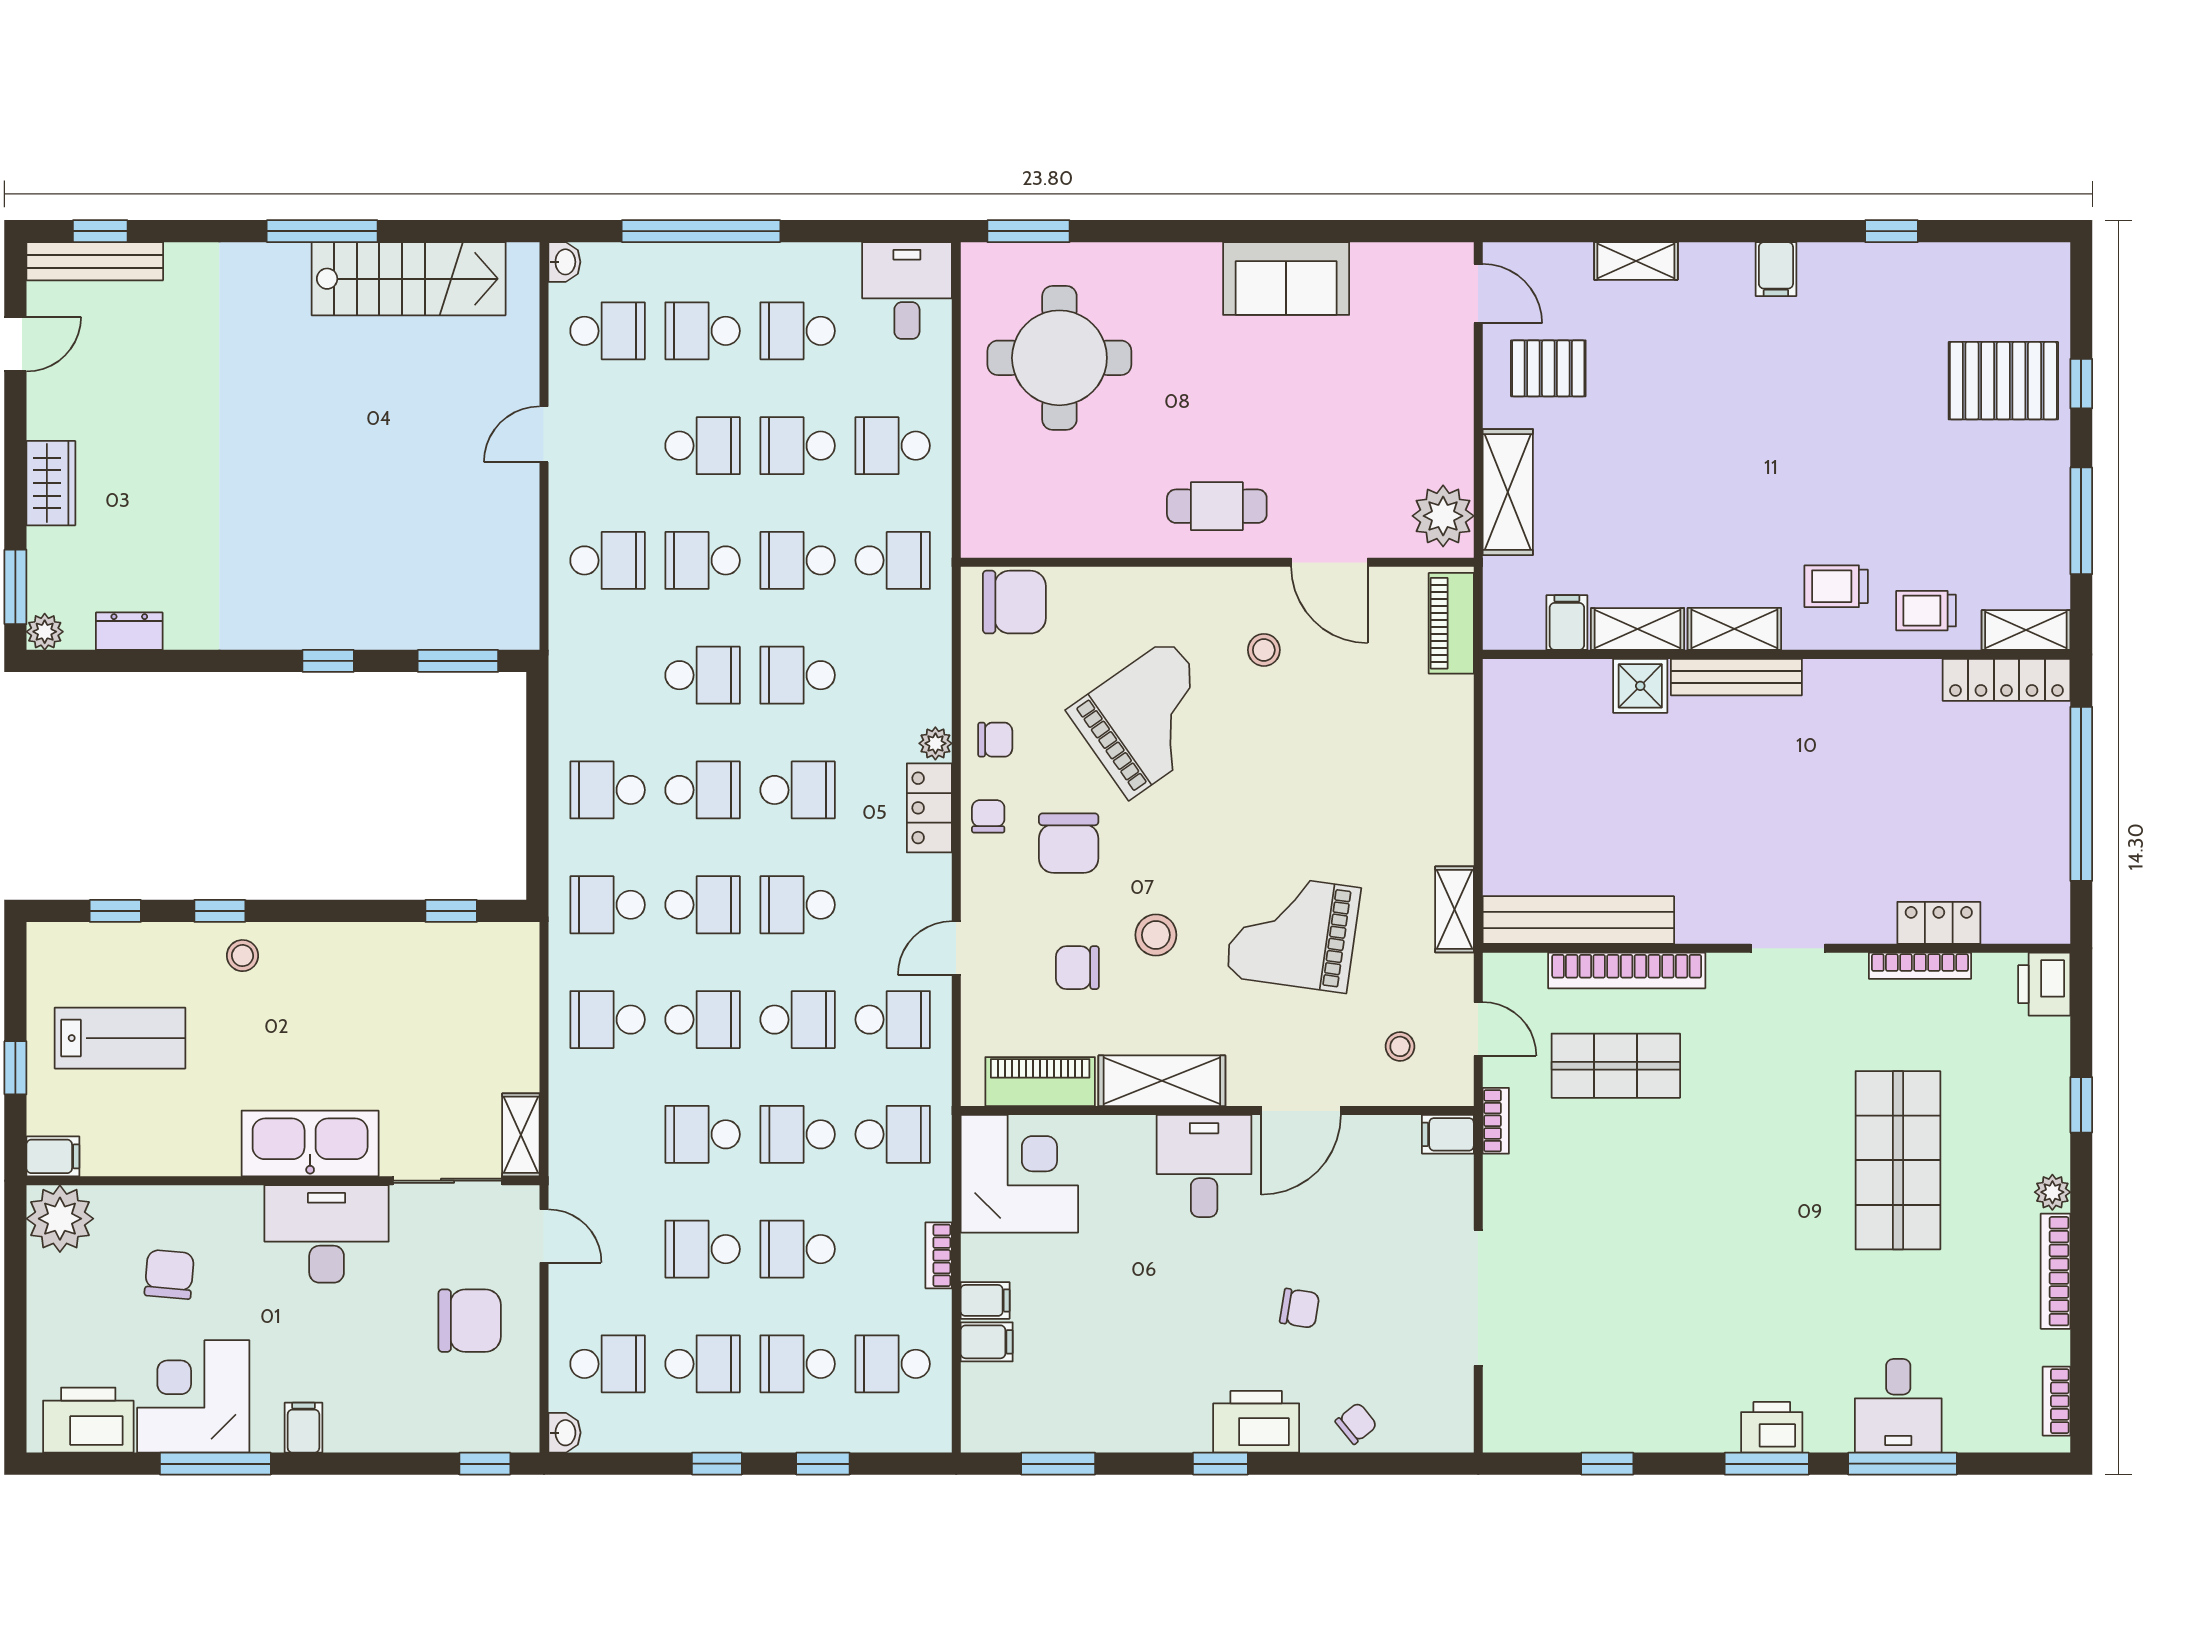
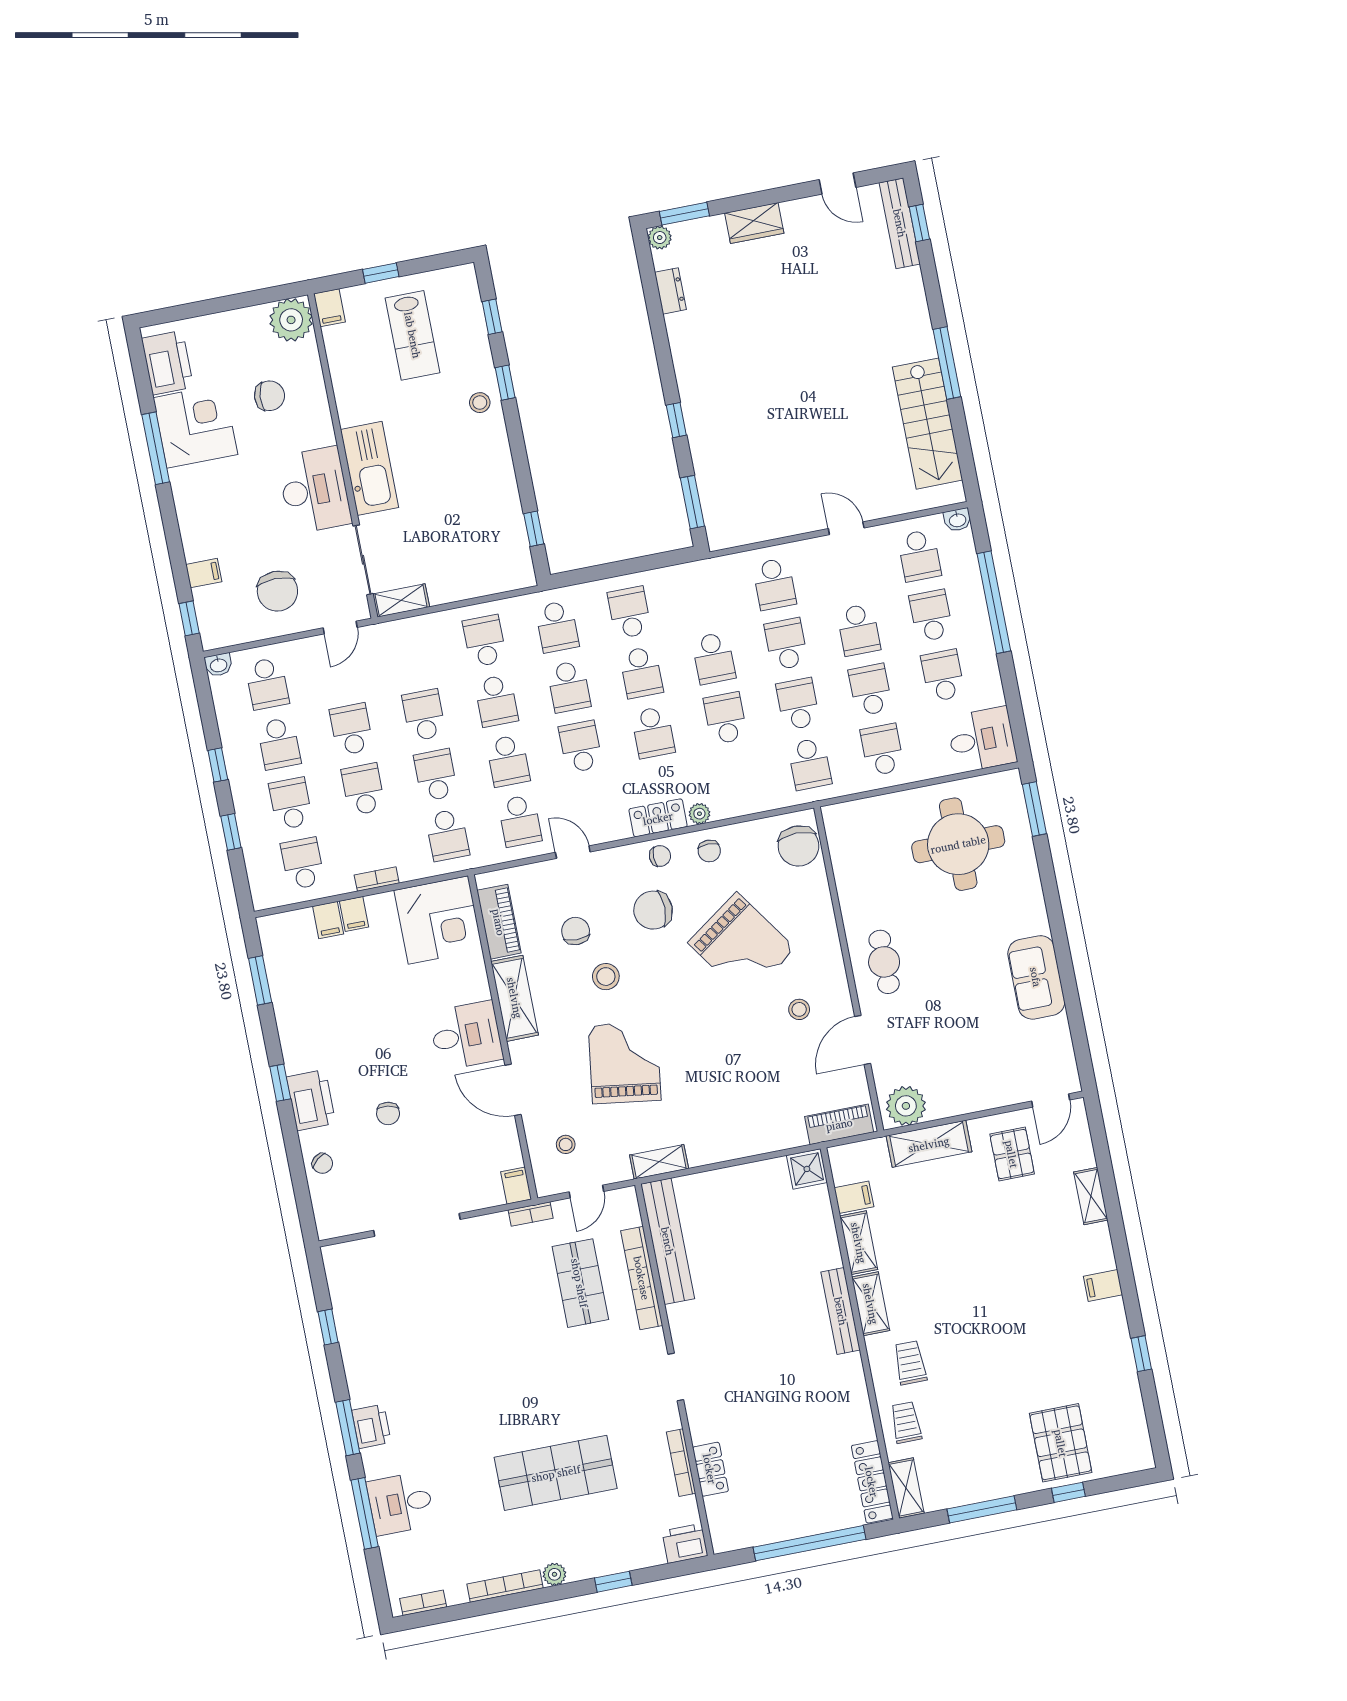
shower: (1640, 686) -> (807, 1169), moved
school desk: (608, 905) -> (557, 627), turned 180
filing cabinet: (303, 1428) -> (204, 573), moved

